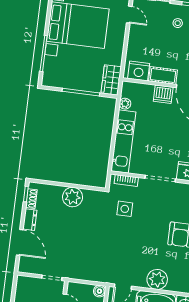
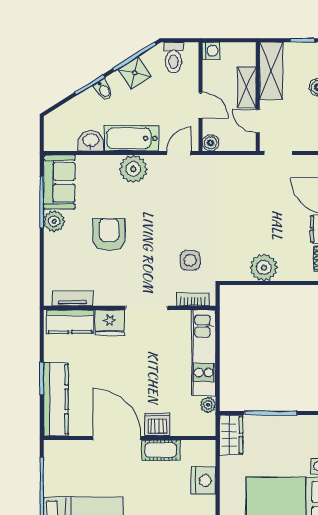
nightstand: (139, 71) -> (203, 480), moved, turned 90

